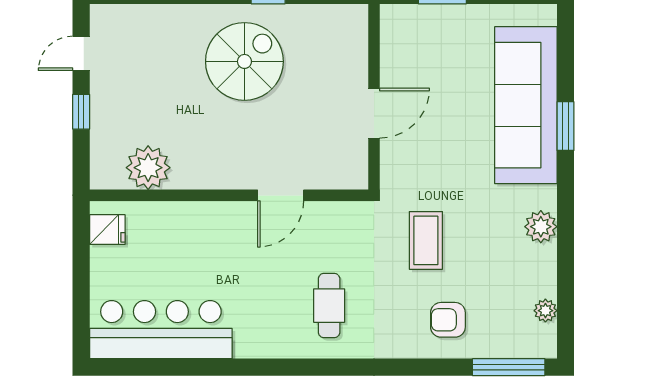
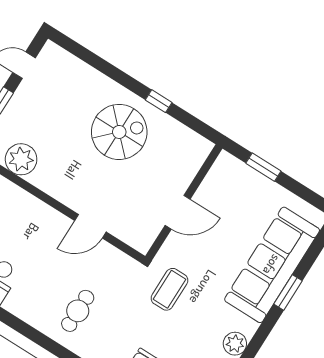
coffee table: (426, 240) -> (169, 289), moved

